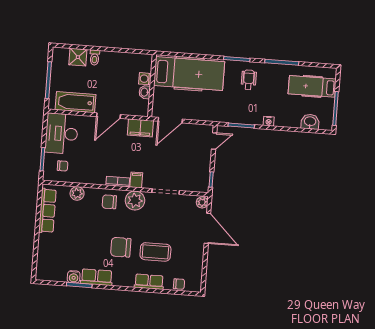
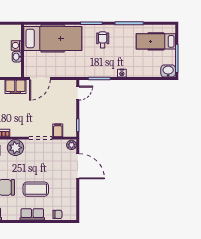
washbasin: (310, 122) -> (168, 71), moved
filing cabinet: (136, 180) -> (58, 130), moved

